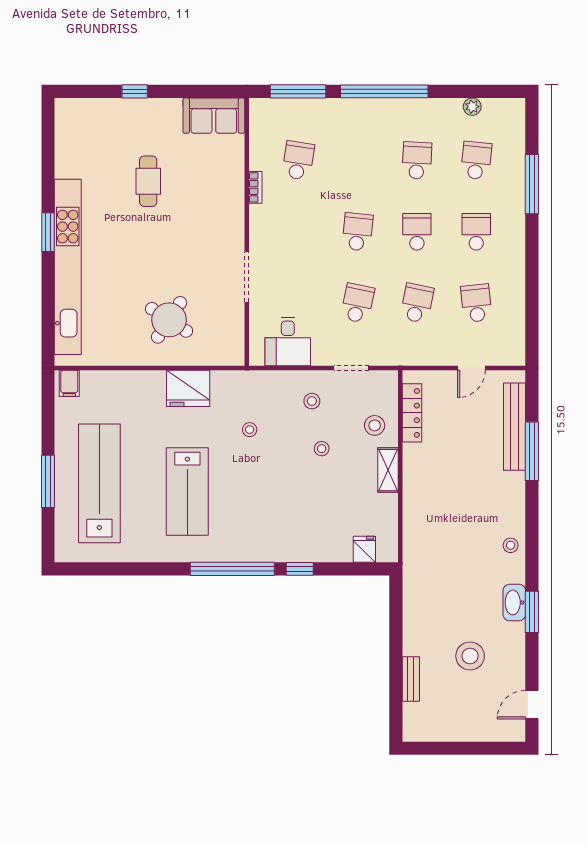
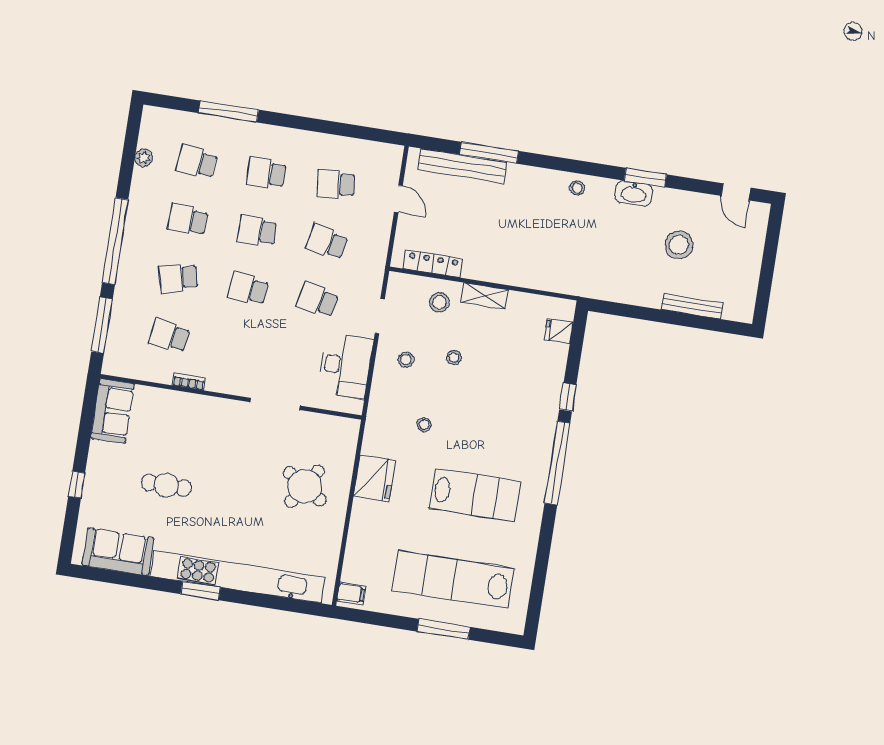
sofa: (74, 144) -> (118, 552), added
school desk: (358, 161) -> (178, 278), added
desk: (288, 341) -> (345, 366), width x1.37
bench: (411, 679) -> (692, 306), width x1.36

